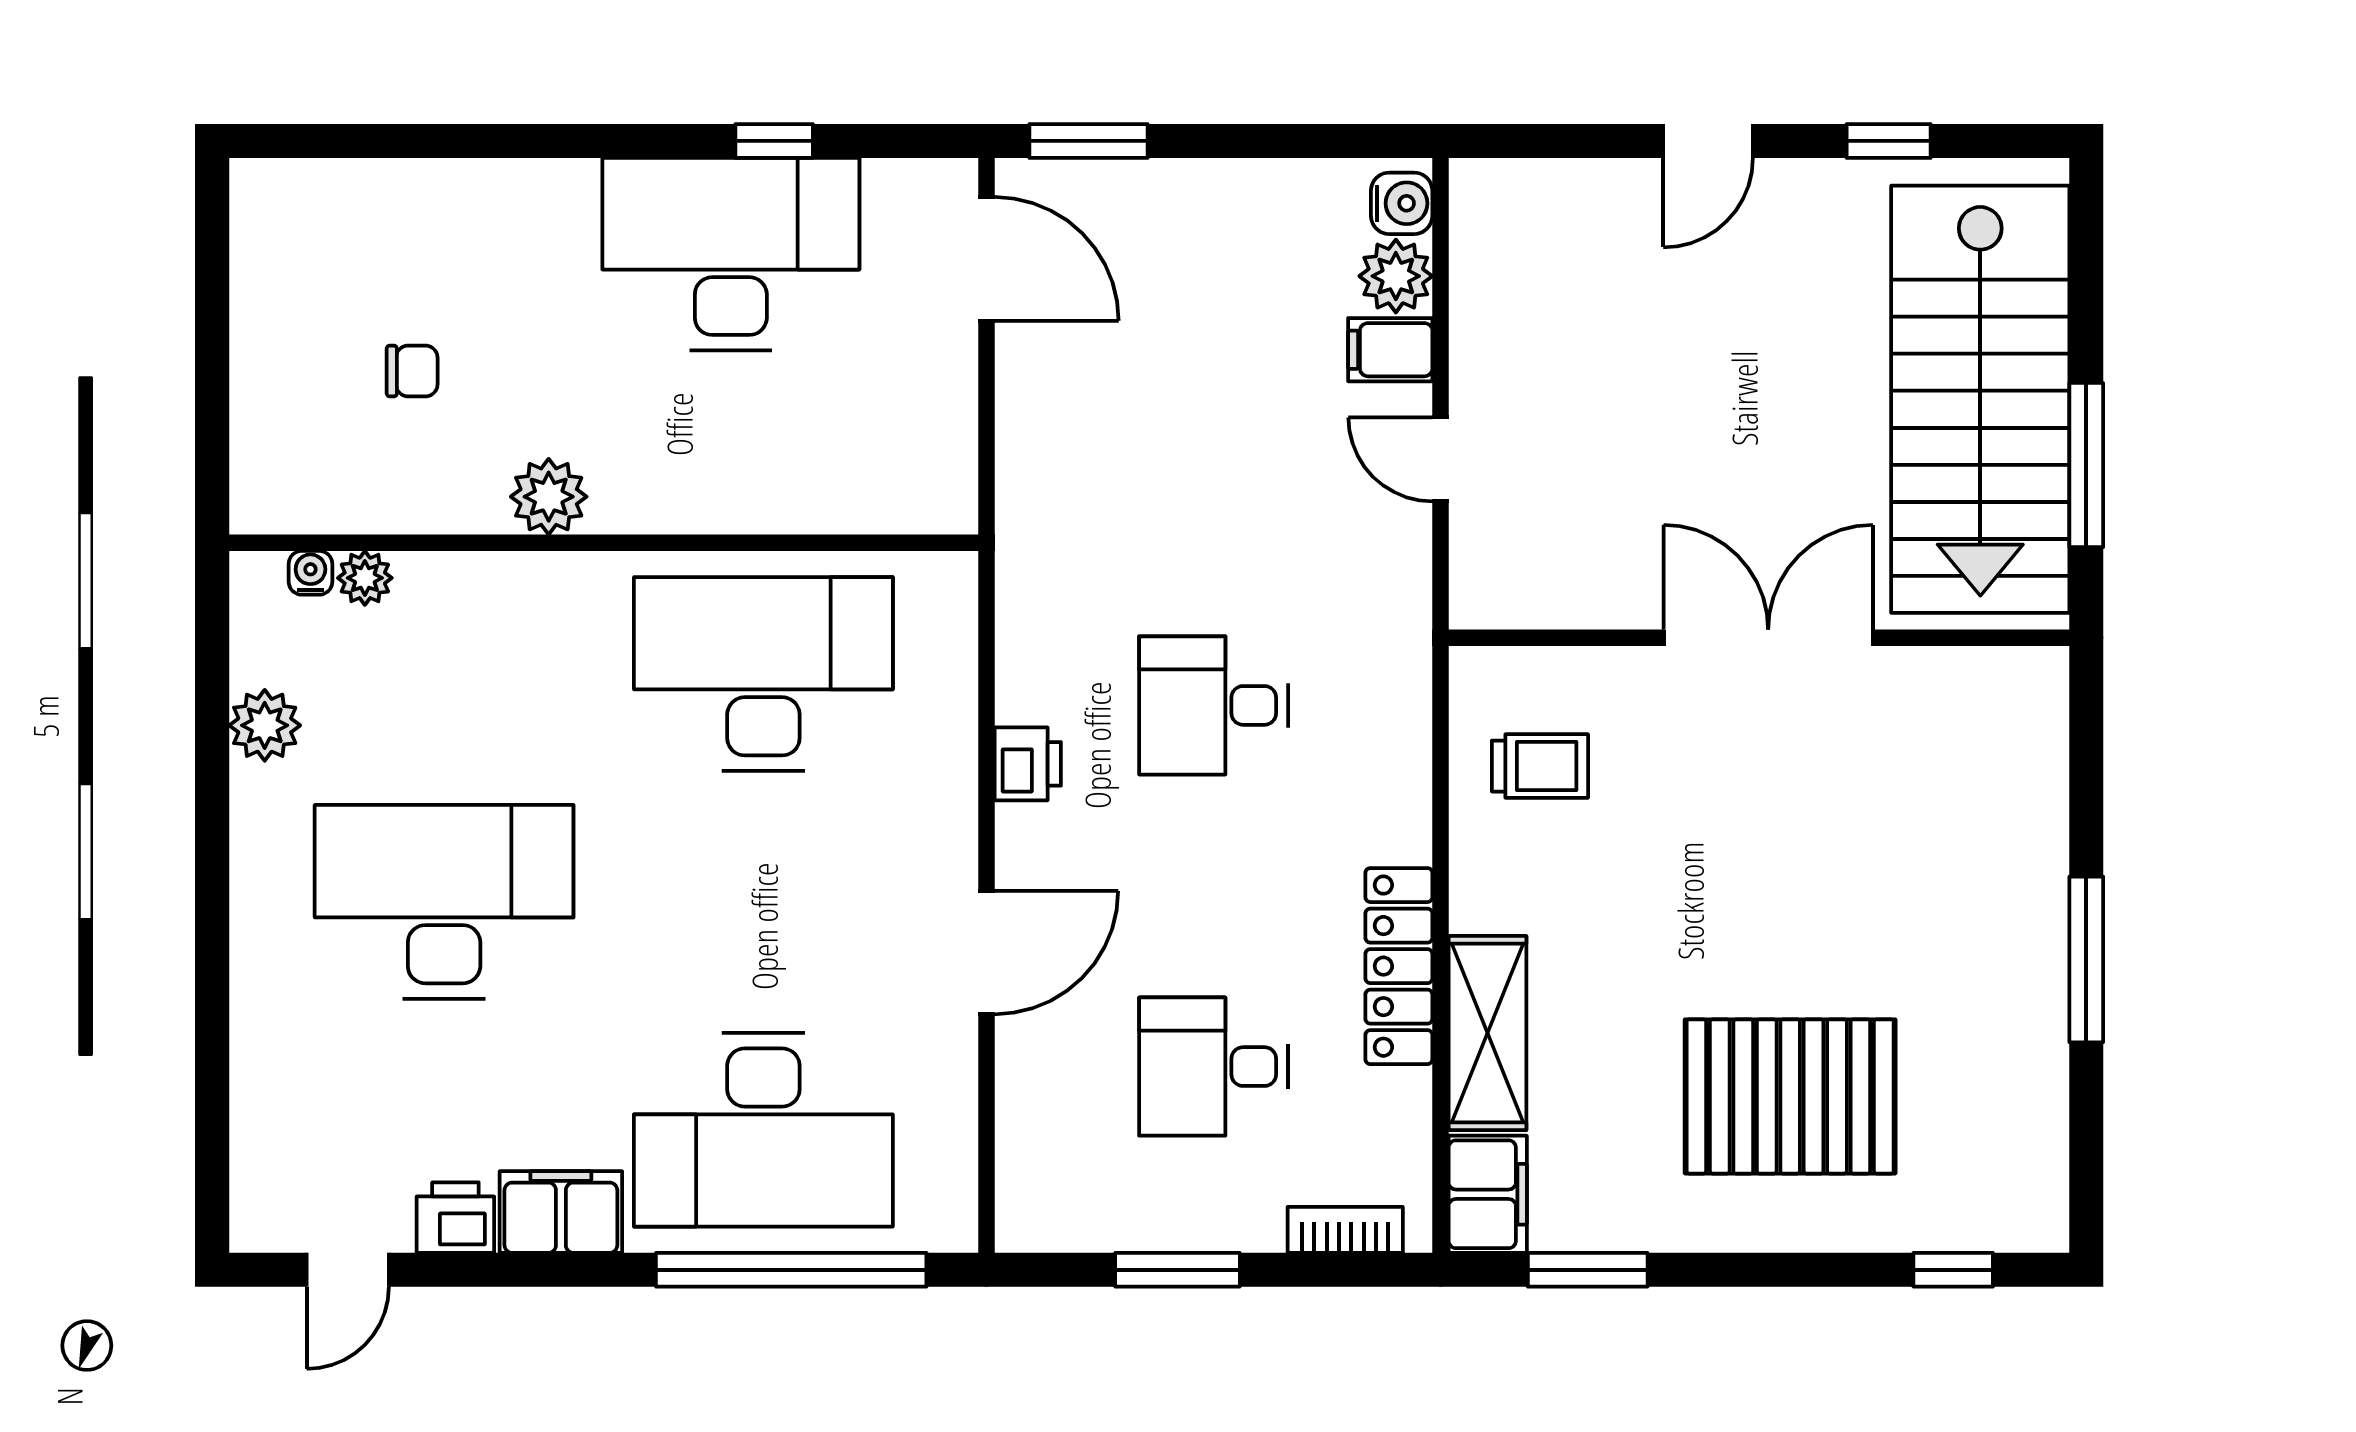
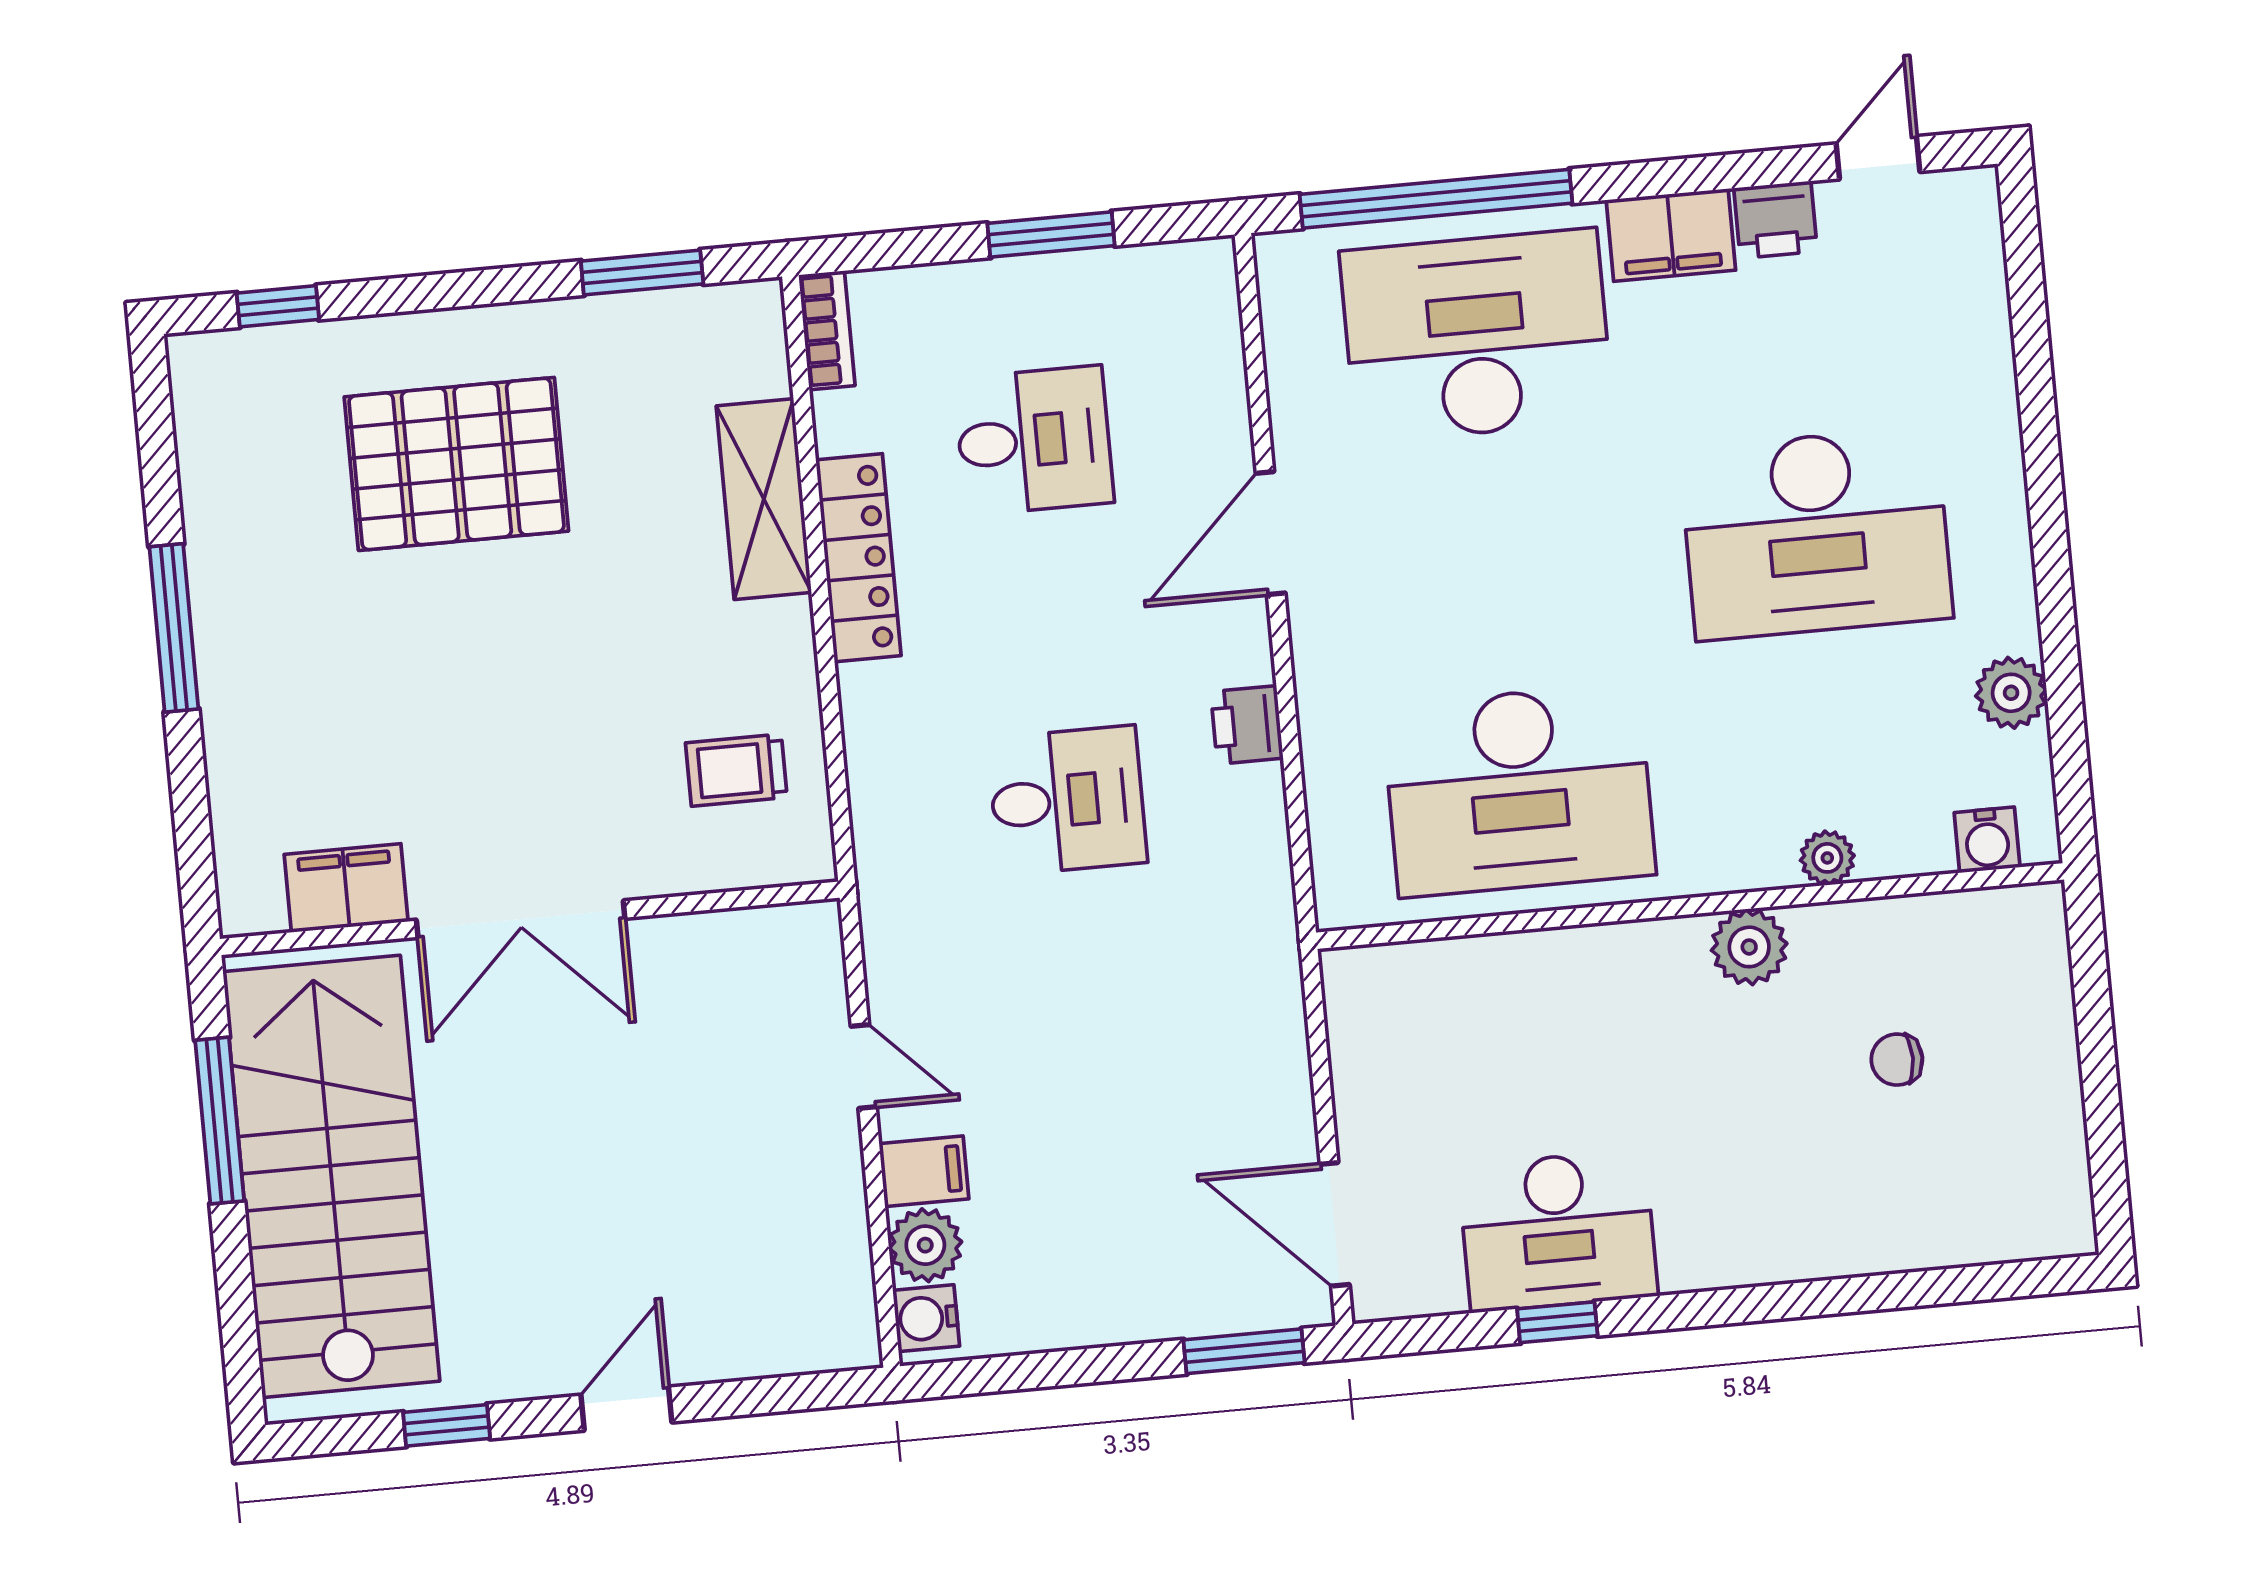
desk: (731, 254) -> (1558, 1231), width x0.73, depth x0.77
water cooler: (310, 573) -> (1987, 840), width x1.38, depth x1.38
plant: (365, 578) -> (1827, 858), moved
filing cabinet: (1488, 1194) -> (346, 888), moved, turned 90
bookcase: (1345, 1230) -> (827, 330), moved, turned -90

